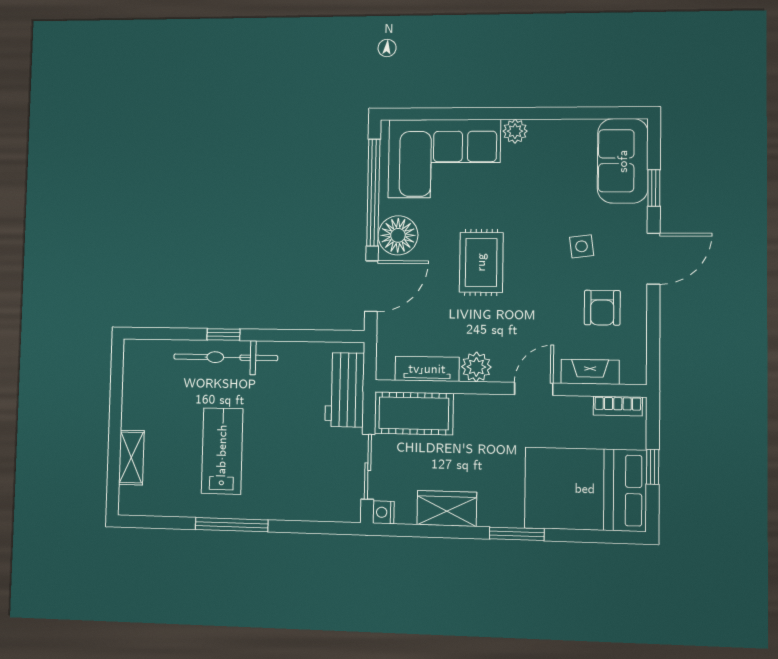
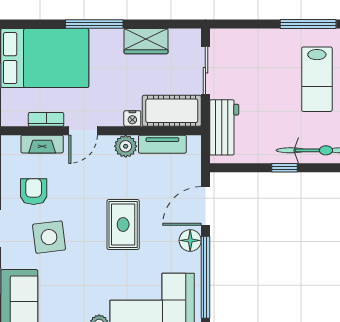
floor lamp: (398, 235) -> (190, 240), width x0.73, depth x0.73
side table: (582, 246) -> (49, 237), width x1.87, depth x1.87
window: (223, 334) -> (284, 168), moved
bookcase: (618, 406) -> (46, 119), moved
nightstand: (383, 512) -> (132, 118), moved, turned 90
window: (517, 534) -> (94, 24), width x1.44

